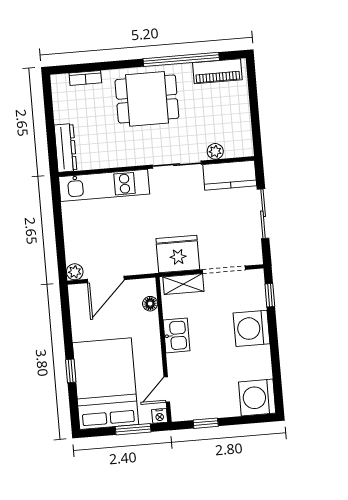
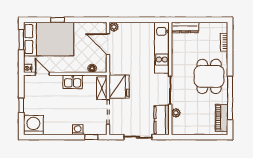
washing machine: (251, 328) -> (78, 130), width x0.53, depth x0.53
window: (206, 423) -> (21, 105), moved
window: (133, 429) -> (21, 40), moved

